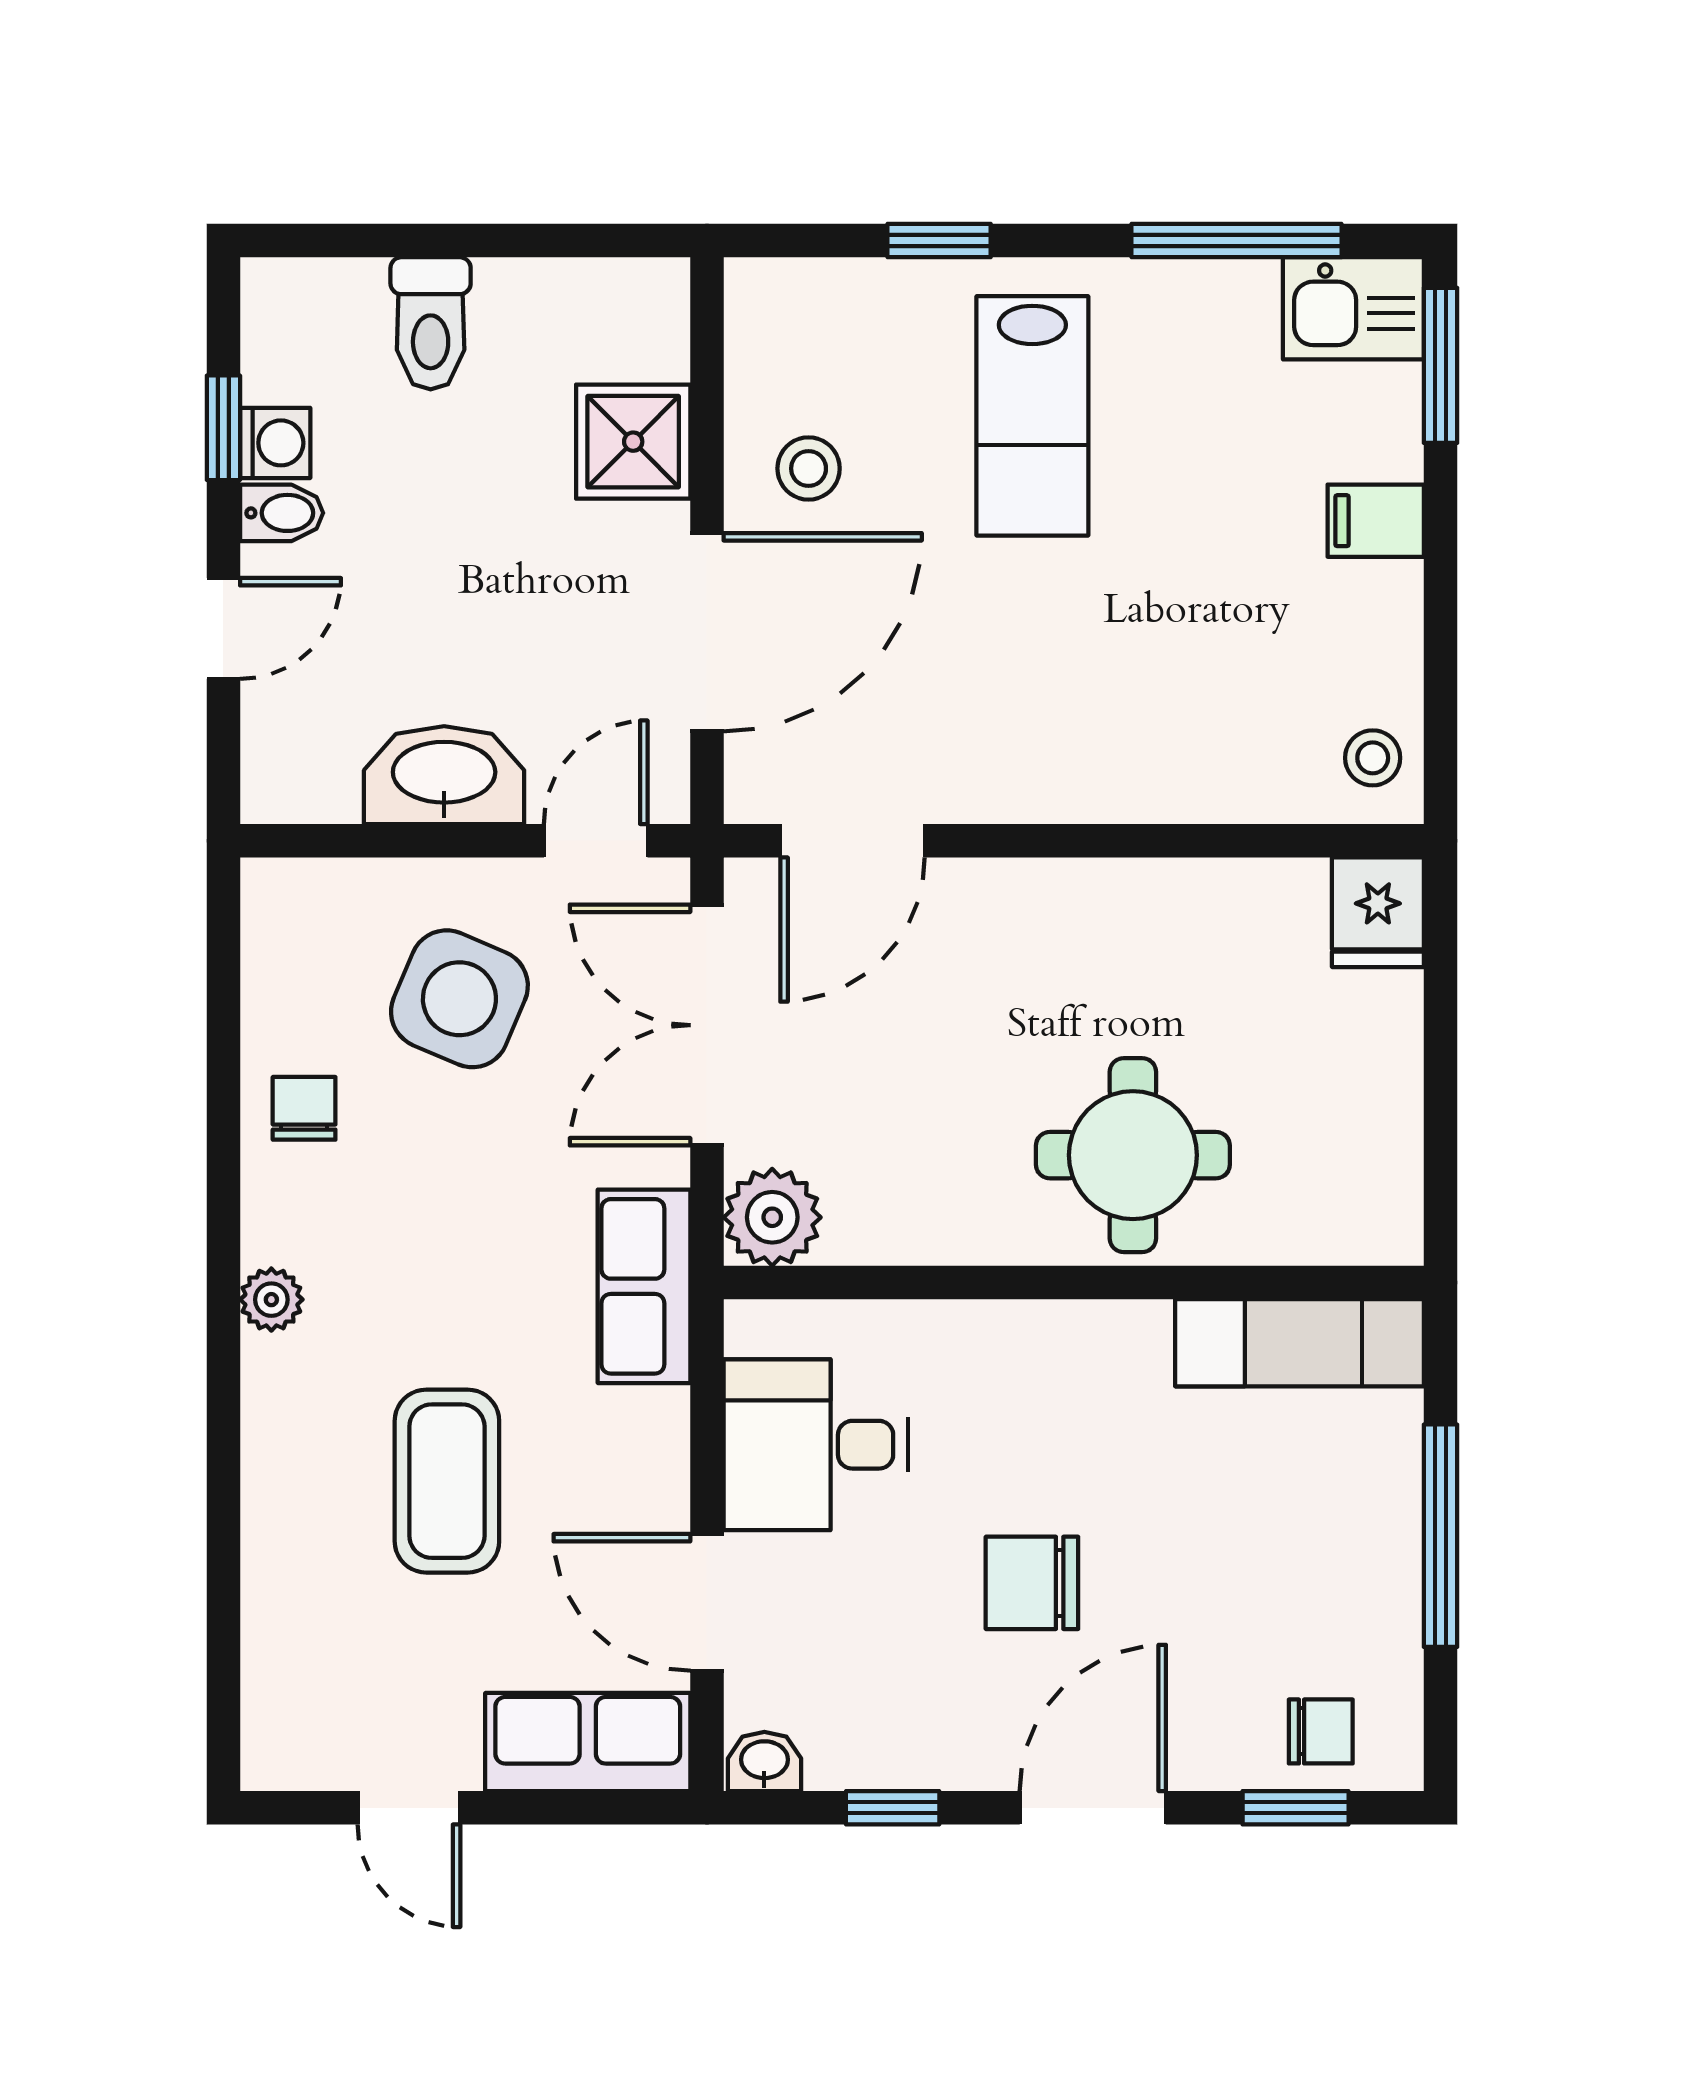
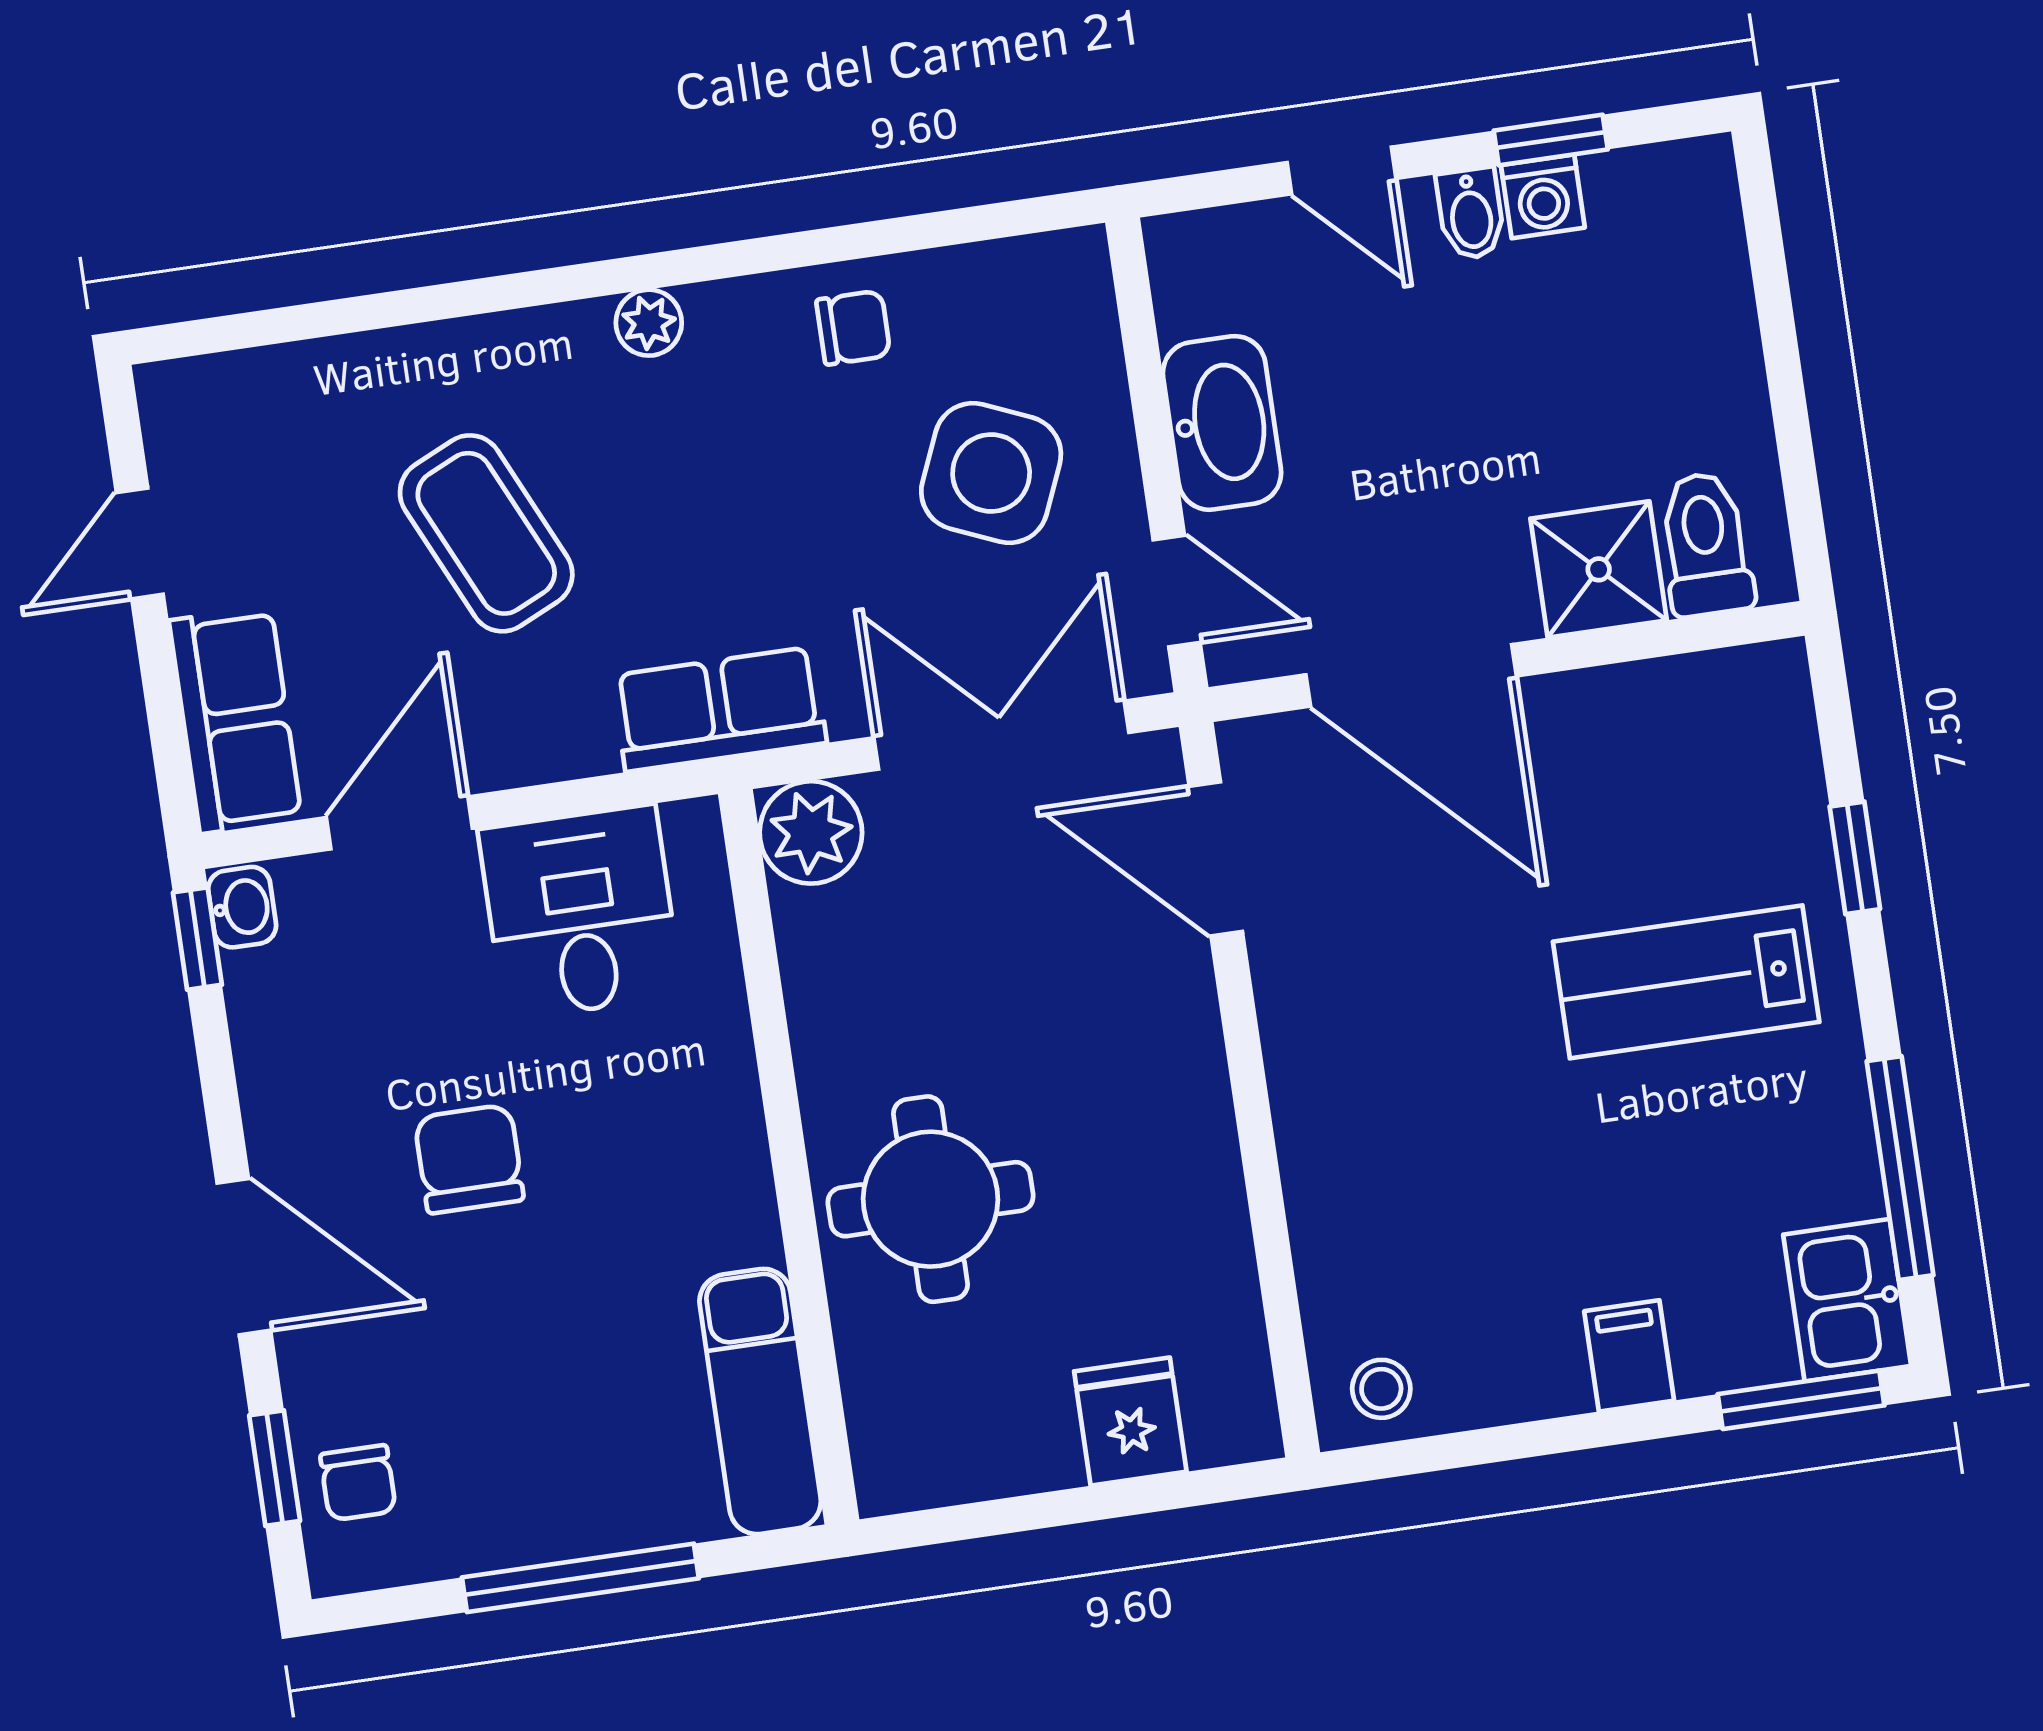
toilet: (431, 323) -> (1706, 544), moved, turned 90
stool: (809, 468) -> (1597, 756), removed
fridge: (1378, 912) -> (1130, 1422), moved, turned 90
coffee table: (447, 1481) -> (486, 533), turned 65
window: (893, 1808) -> (197, 939), moved

